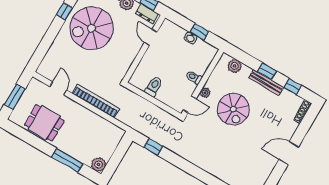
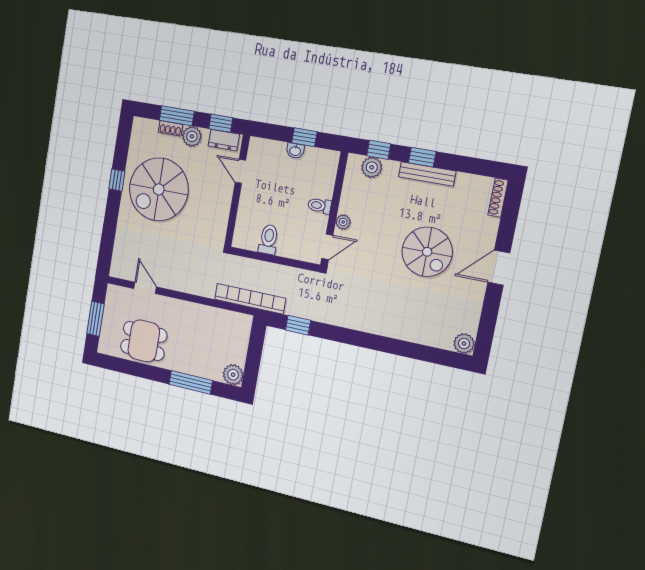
window: (293, 86) -> (379, 150), moved
bookcase: (96, 101) -> (250, 299), moved
spiral stairs: (233, 109) -> (427, 252), moved

